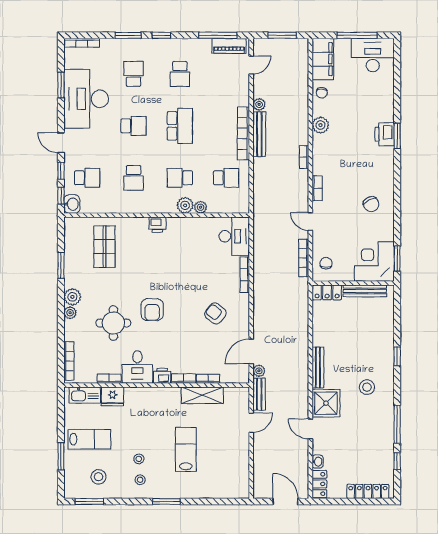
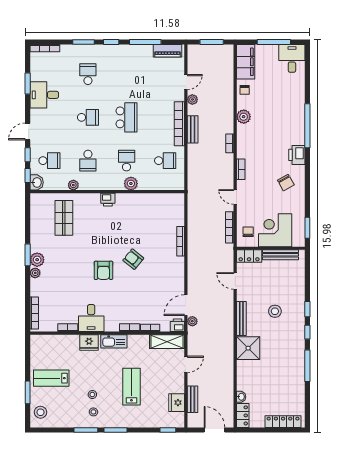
window: (218, 35) -> (145, 42), moved
desk: (373, 55) -> (292, 58), width x0.73
door: (251, 65) -> (186, 82), moved
school desk: (180, 74) -> (127, 74), removed
desk: (86, 99) -> (44, 95), width x0.53, depth x0.77
bench: (259, 134) -> (193, 129), width x0.73
printer: (385, 134) -> (297, 155), moved
window: (397, 136) -> (307, 126), width x2.11
door: (61, 143) -> (28, 131), hinge flipped
school desk: (180, 178) -> (127, 161), turned 90
plant: (201, 207) -> (73, 185), moved
desk: (234, 236) -> (172, 209), removed
corner desk: (374, 261) -> (275, 230), moved
window: (61, 265) -> (28, 255), moved
armchair: (215, 313) -> (133, 259), moved
round table: (113, 323) -> (71, 281), removed
printer: (162, 376) -> (177, 325), moved
stool: (367, 387) -> (275, 311), moved
bench: (259, 394) -> (193, 399), moved
kitchen sink: (85, 395) -> (114, 341), moved
shelving: (202, 395) -> (167, 342), moved
fridge: (113, 396) -> (89, 343), moved
door: (310, 429) -> (235, 281), moved
lab bench: (89, 439) -> (51, 378), turned 180
window: (397, 461) -> (307, 332), moved
fridge: (240, 469) -> (177, 403), added
stool: (99, 477) -> (40, 412), moved
window: (89, 501) -> (86, 430), moved
window: (230, 501) -> (168, 430), added

